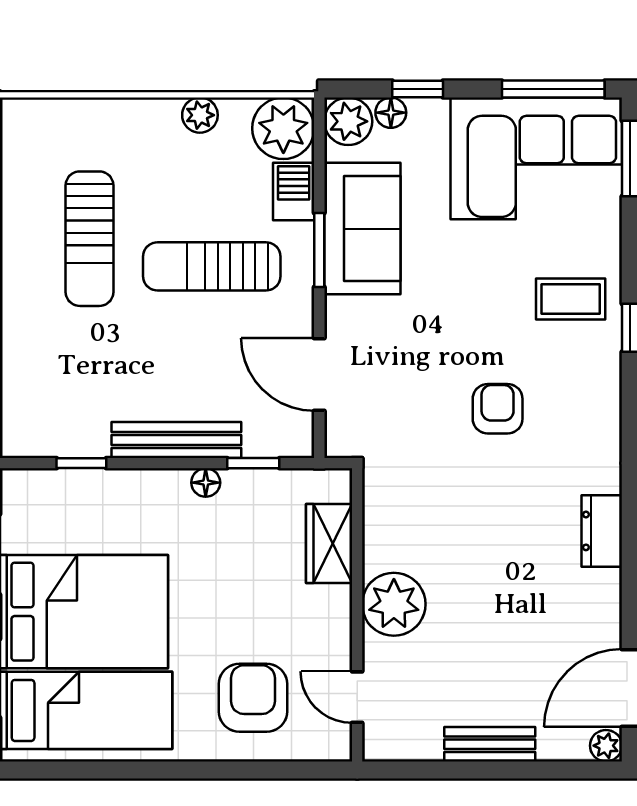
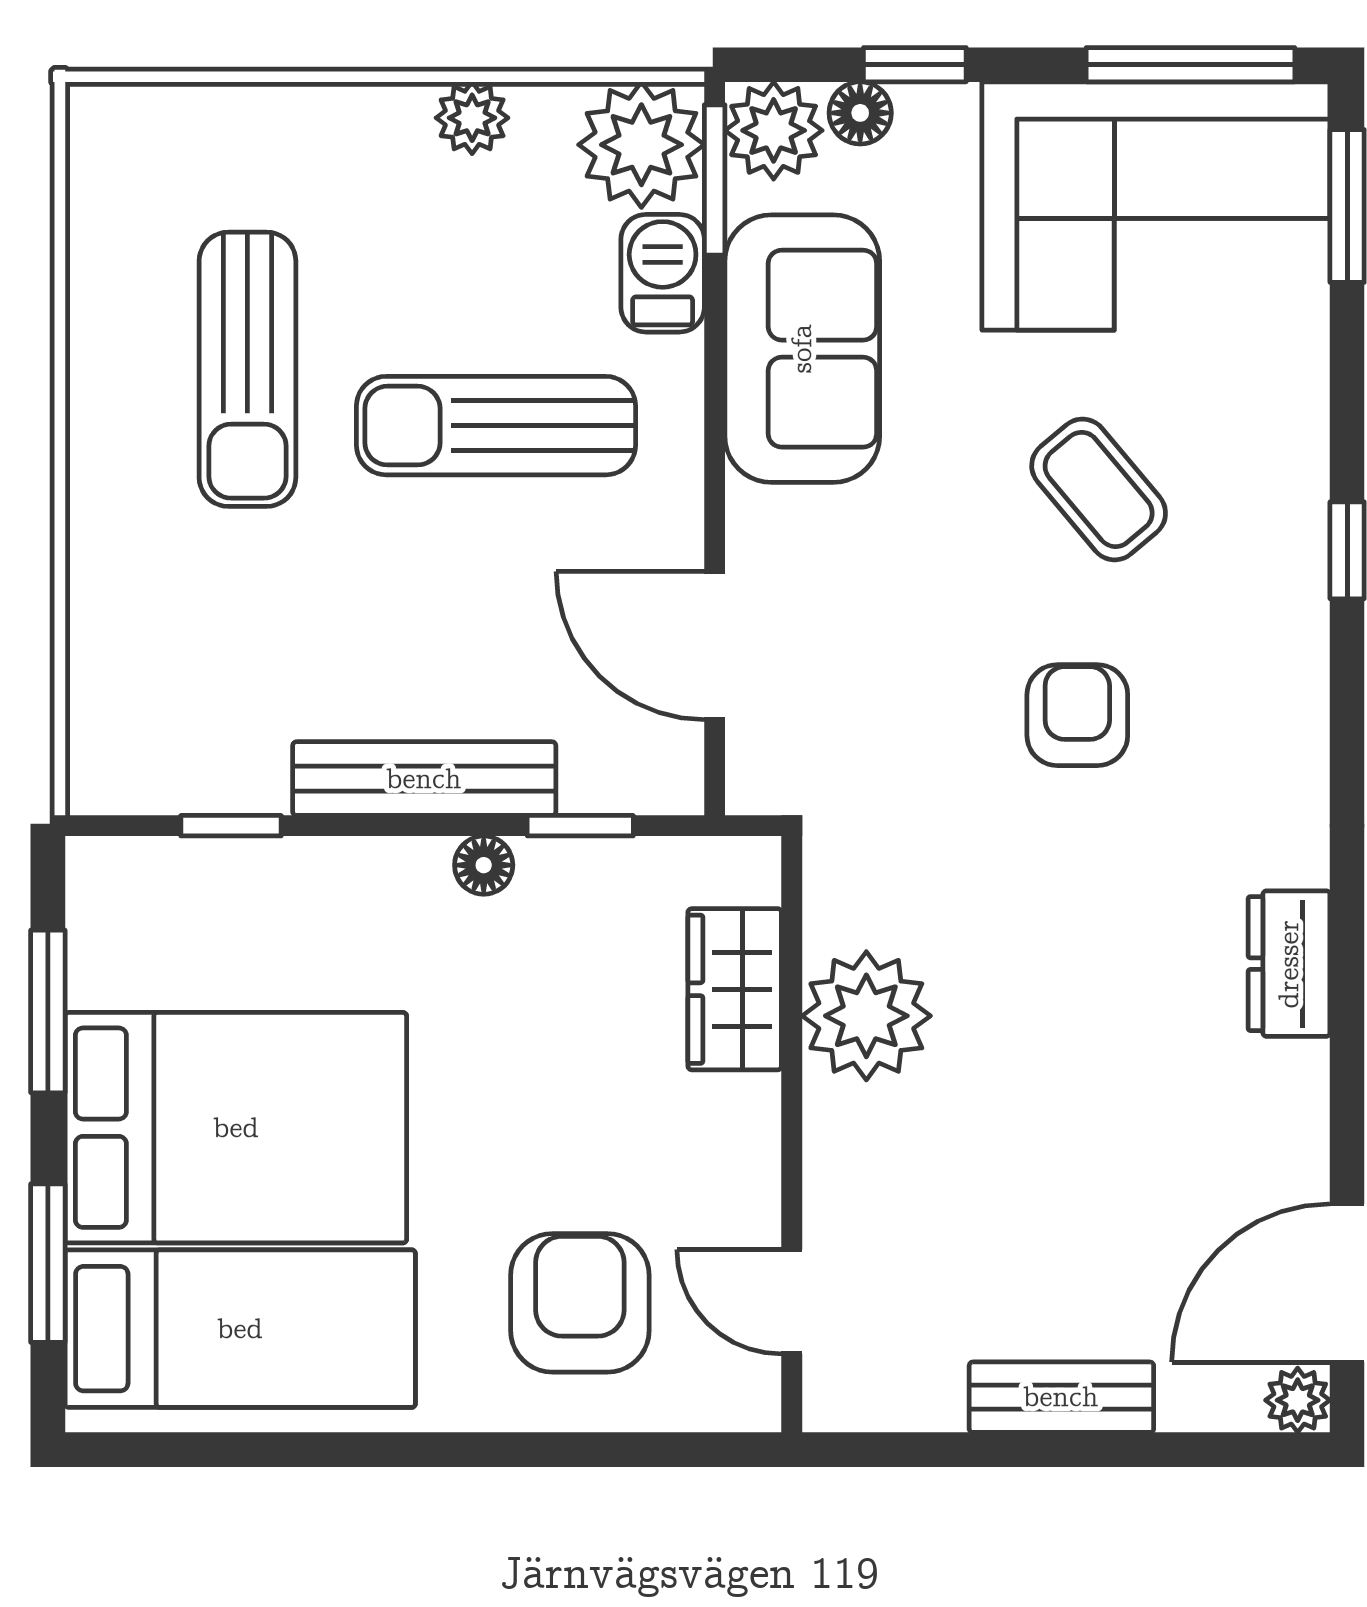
window: (319, 250) -> (715, 180), moved
coffee table: (571, 299) -> (1099, 489), moved, turned 50
plant: (394, 604) -> (866, 1016), moved

